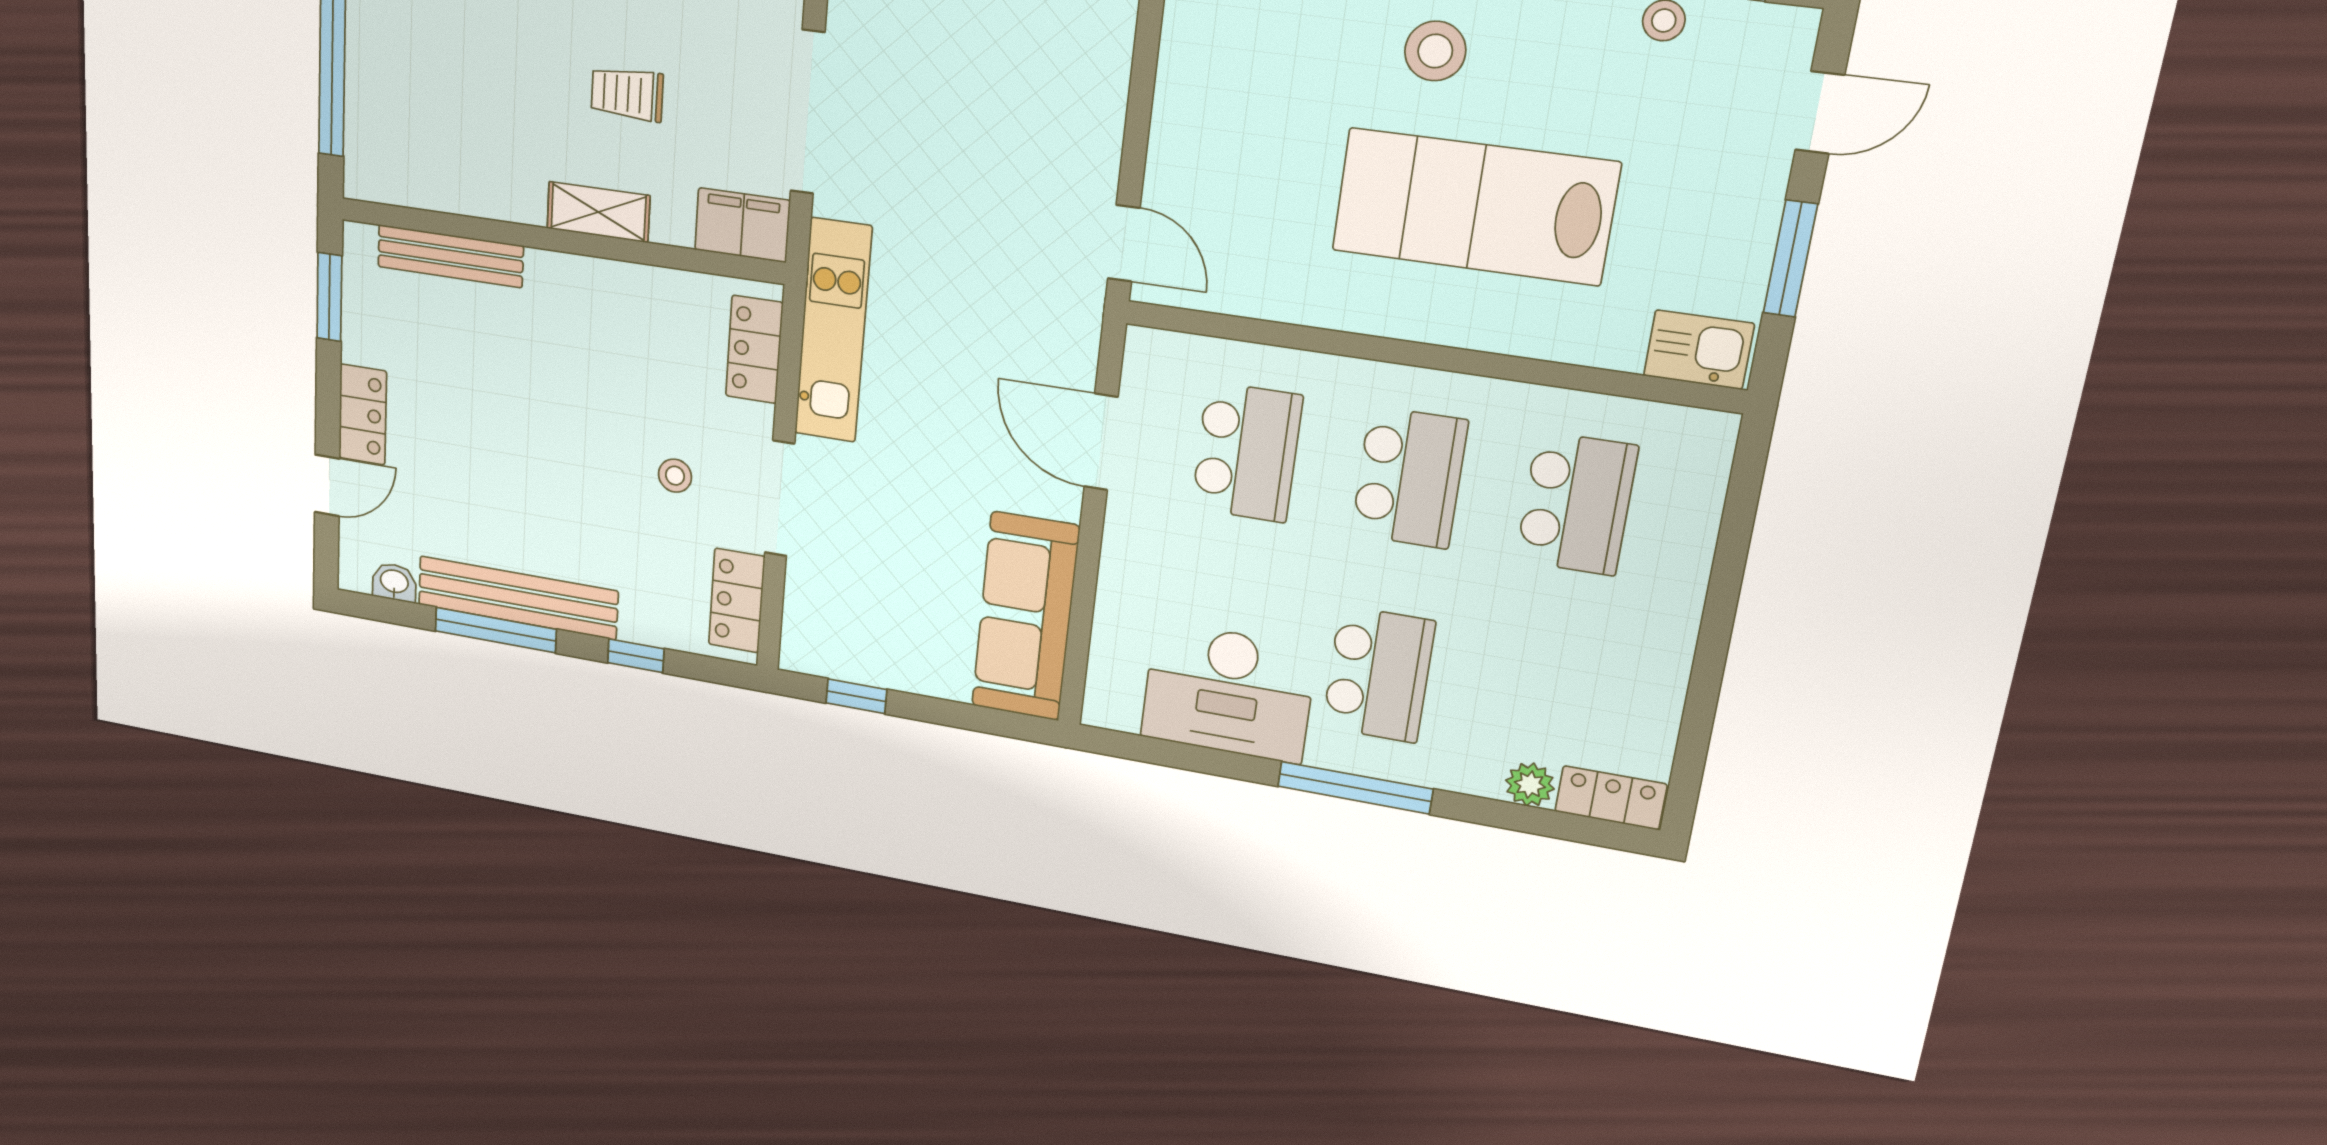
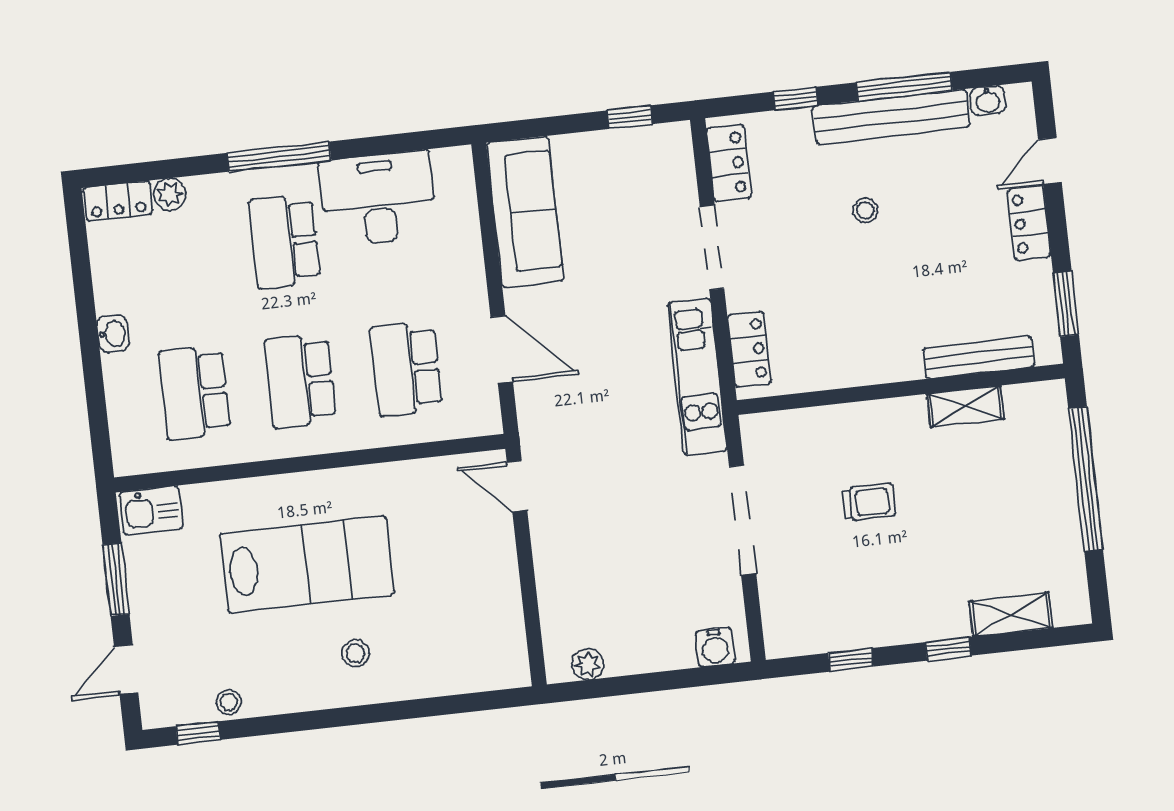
stool: (1435, 51) -> (355, 653), width x0.73, depth x0.73
shelving: (598, 212) -> (965, 406), moved
filing cabinet: (742, 225) -> (773, 433), removed
stool: (675, 476) -> (865, 210), moved
washbasin: (1677, 620) -> (113, 334), added

